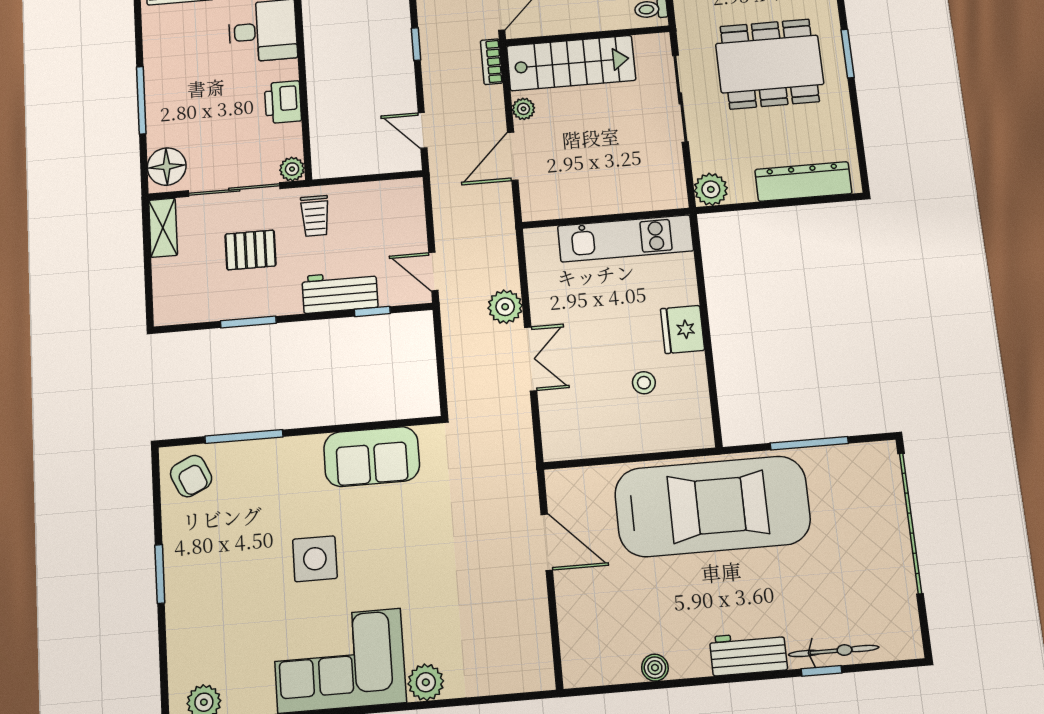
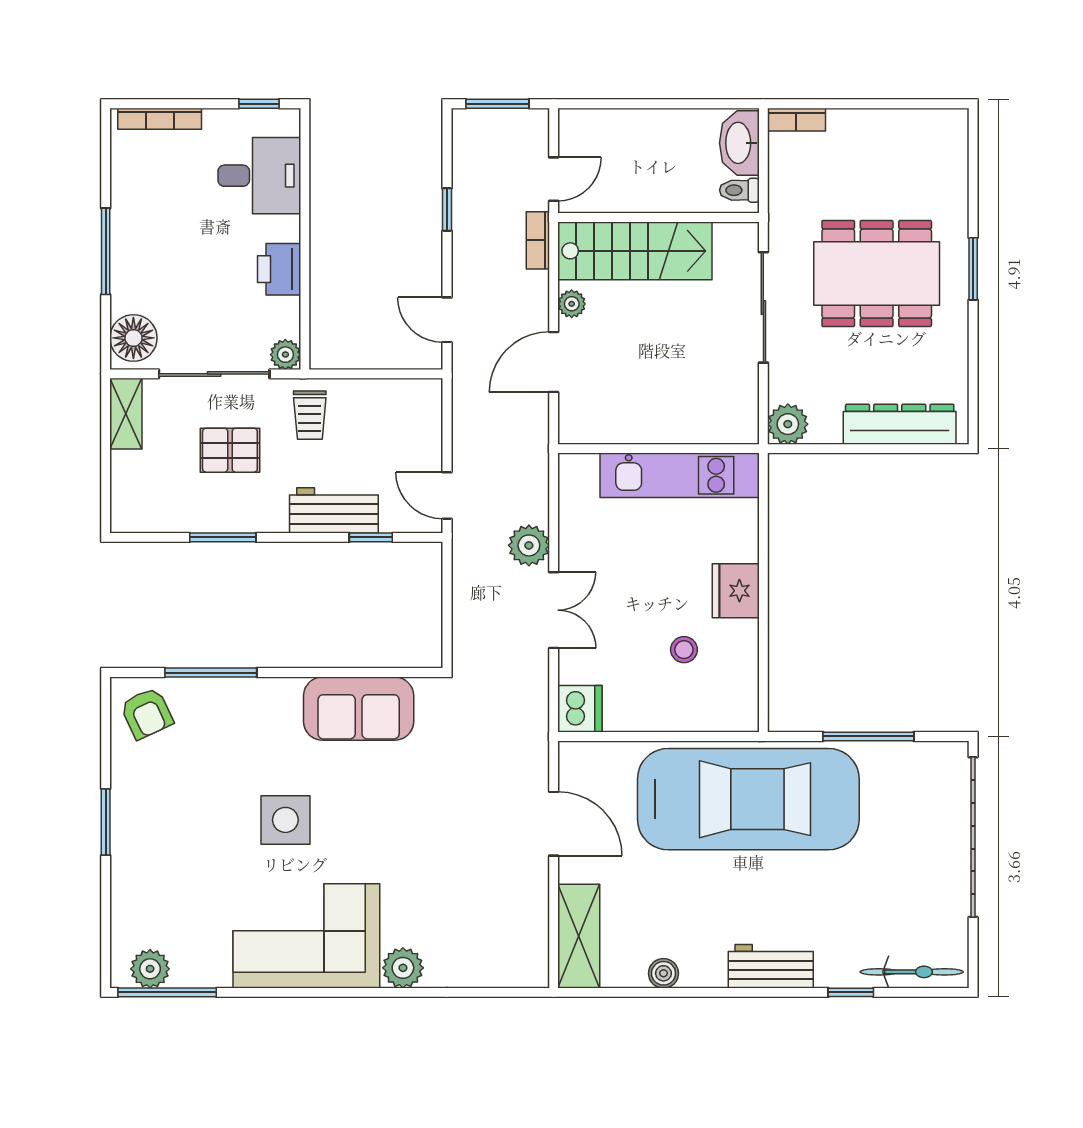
dishwasher: (560, 441) -> (580, 709), added
shelving: (577, 640) -> (579, 936), added
bicycle: (834, 651) -> (912, 972), moved

